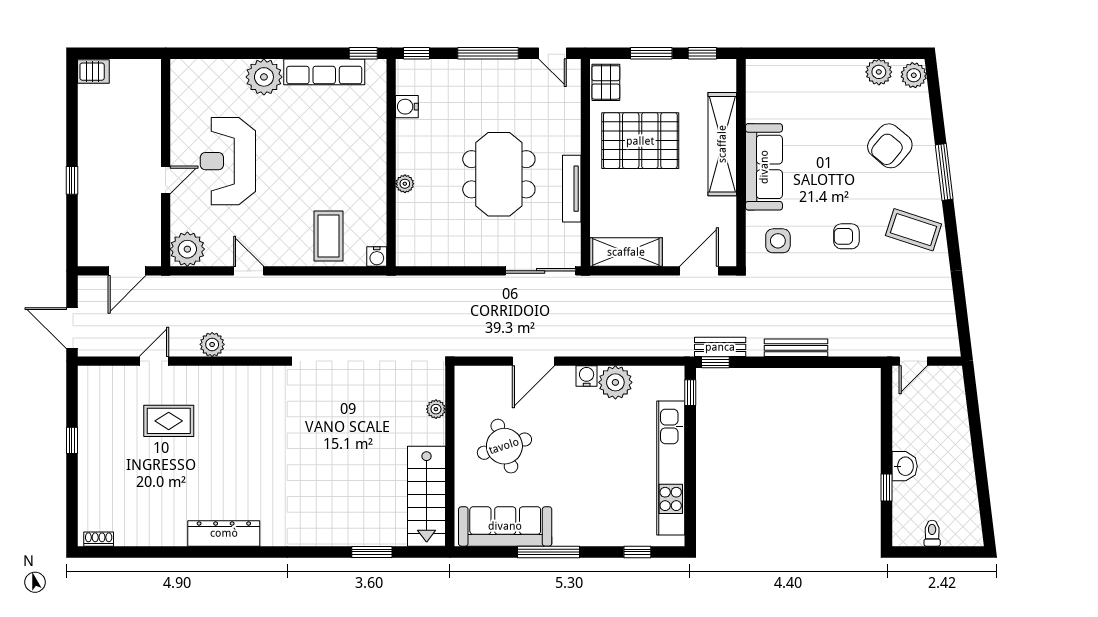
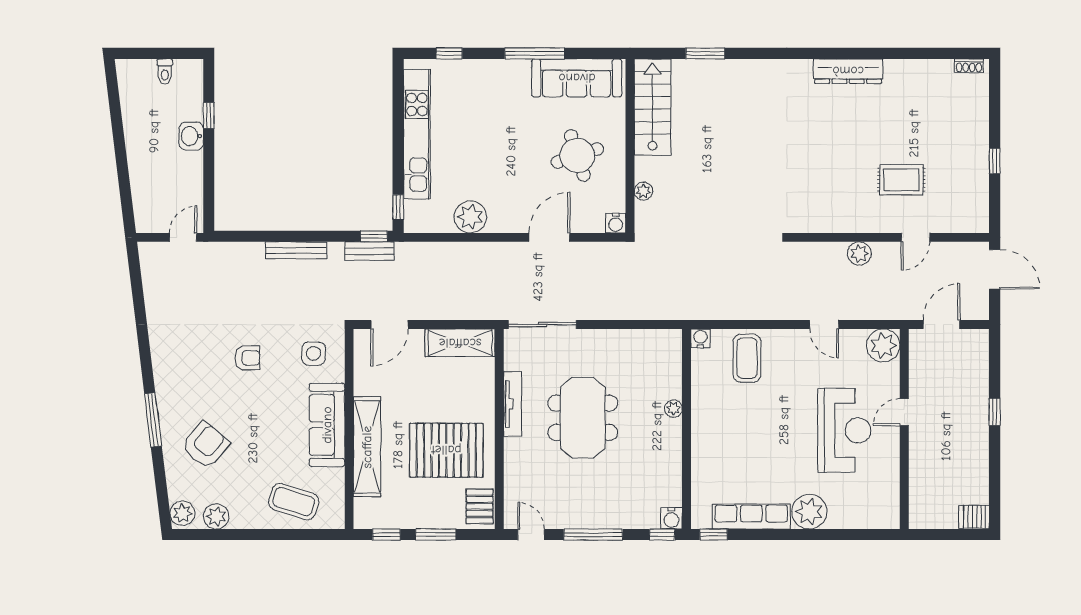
water cooler: (407, 107) -> (671, 518), moved, turned 90
coffee table: (914, 230) -> (294, 502), moved
water cooler: (587, 376) -> (616, 223), moved

